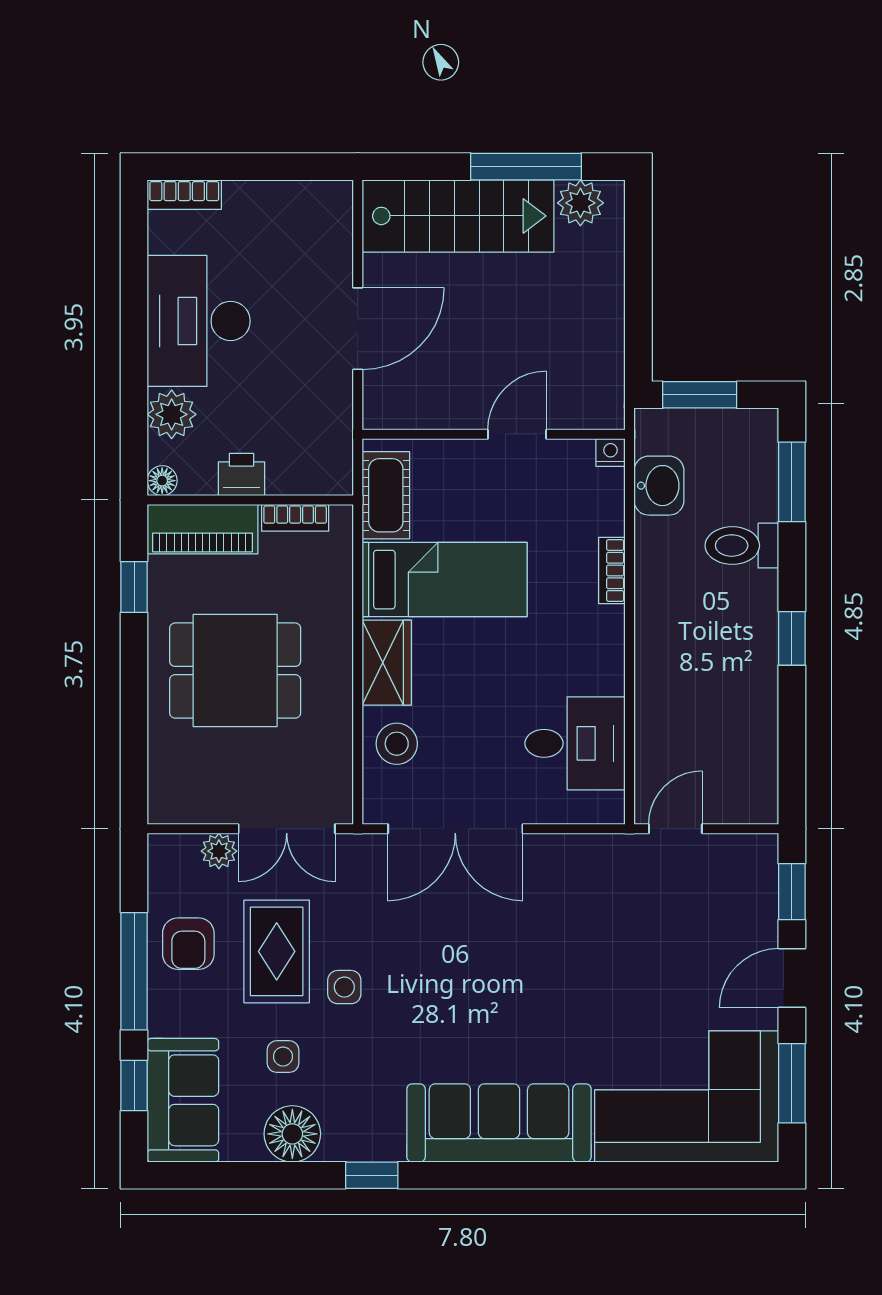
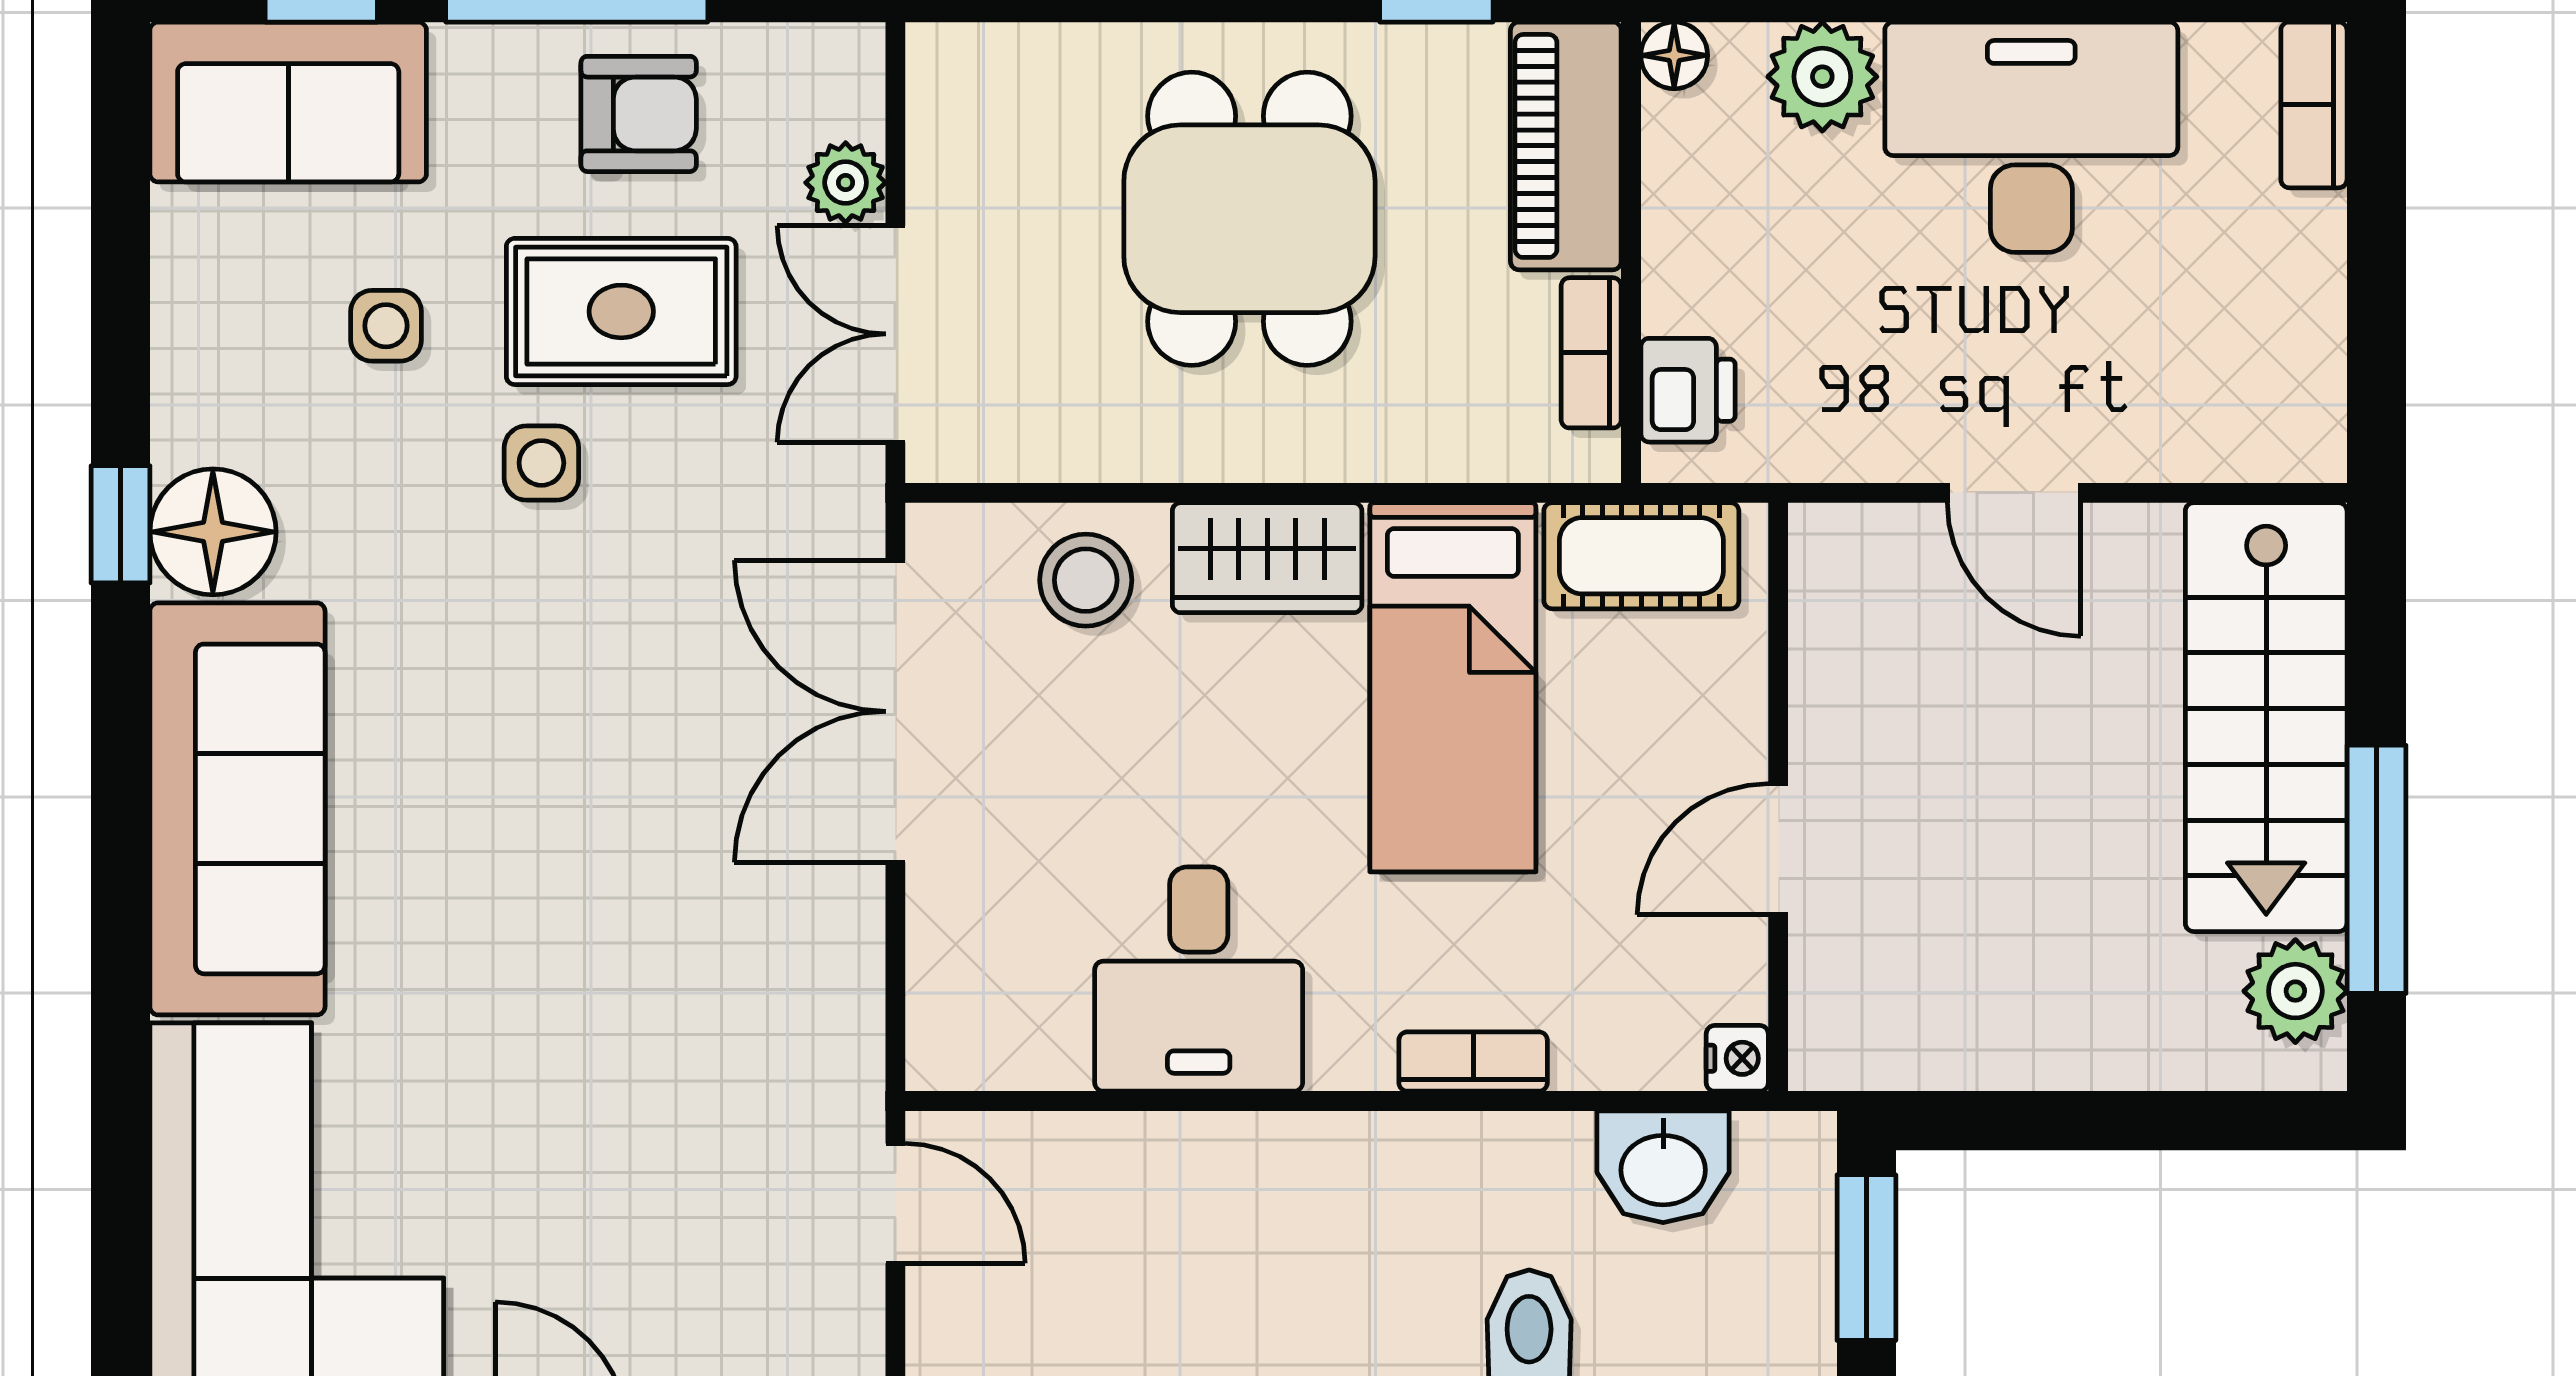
door: (358, 329) -> (2014, 493), width x0.73
door: (517, 434) -> (1778, 849), swing flipped
printer: (242, 474) -> (1688, 390), moved
desk: (575, 743) -> (1199, 979), moved
armchair: (188, 944) -> (639, 114), turned 180
floor lamp: (292, 1134) -> (213, 532), moved

